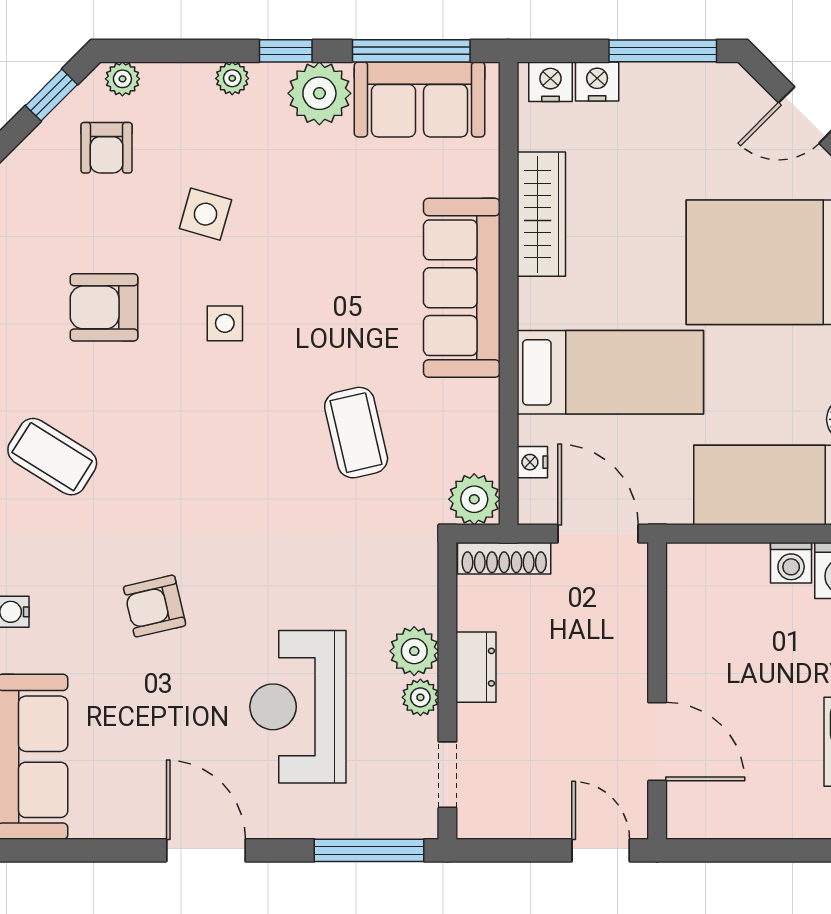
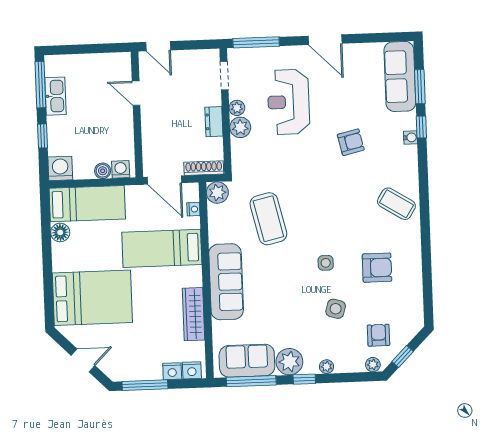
coffee table: (356, 433) -> (268, 219), width x1.36, depth x1.32
boiler: (743, 561) -> (103, 171), added
washing machine: (791, 563) -> (121, 169), moved
reception desk: (298, 707) -> (288, 102), turned 180
door: (657, 742) -> (136, 93), width x0.73

